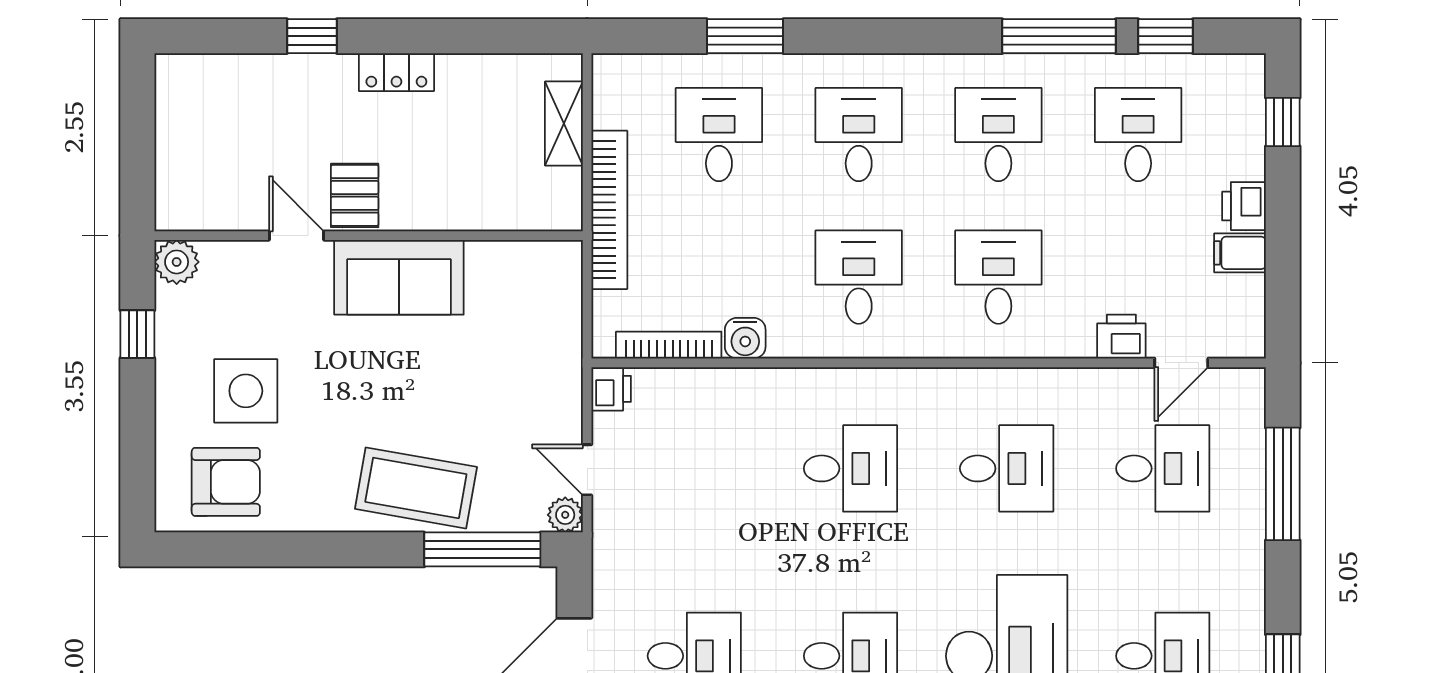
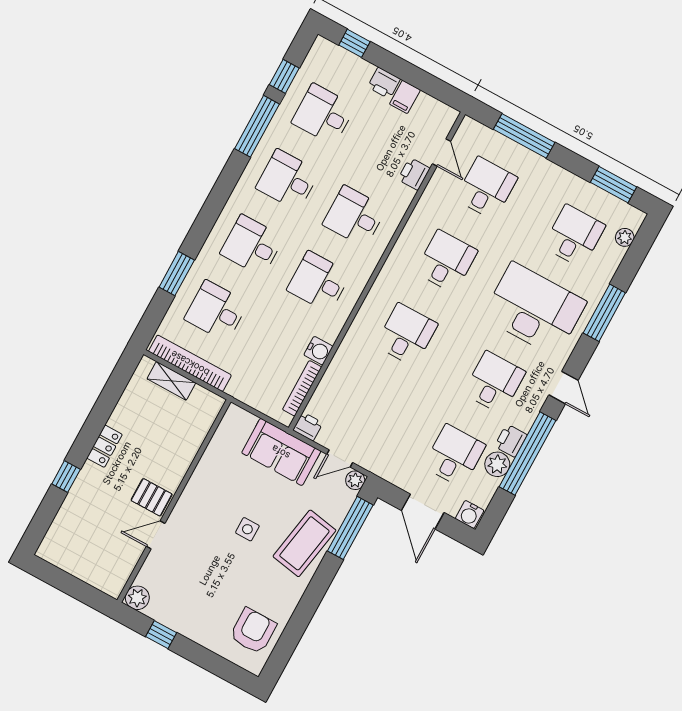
bookcase: (609, 210) -> (190, 363), moved
sofa: (399, 277) -> (281, 452), moved, turned 90
side table: (246, 391) -> (247, 529), moved, width x0.54, depth x0.54

